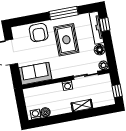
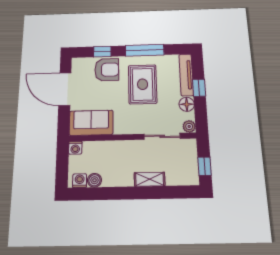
window: (33, 19) -> (102, 52), added
window: (105, 24) -> (199, 88), moved
armchair: (39, 33) -> (107, 70), turned -90
washing machine: (67, 85) -> (75, 148), moved

